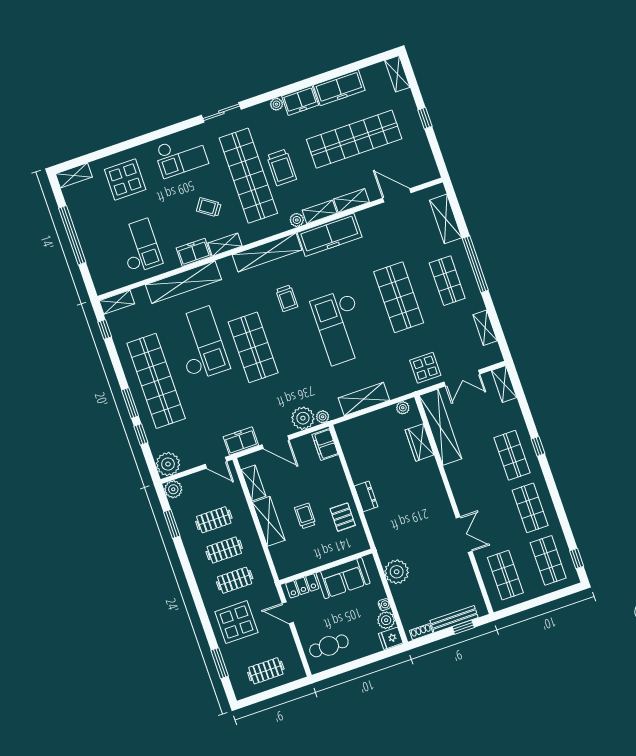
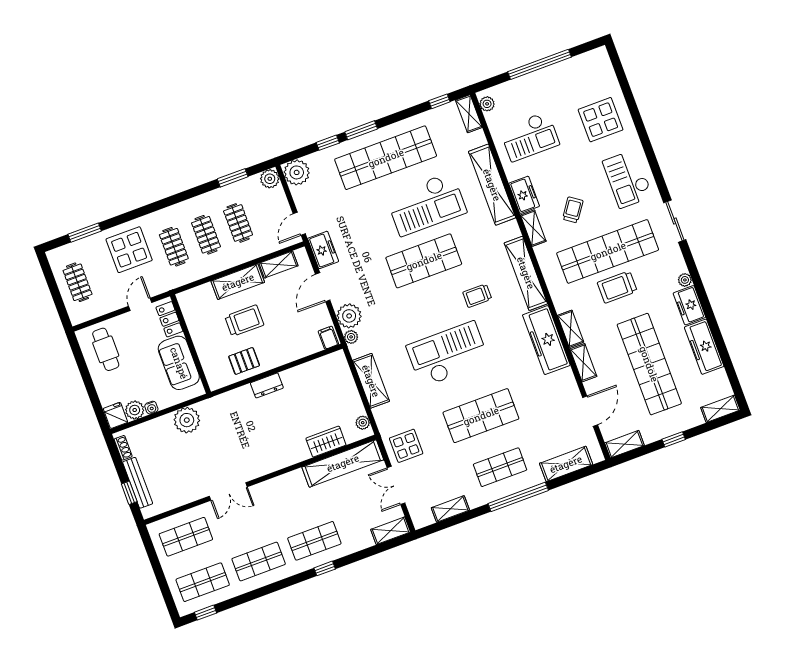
shelving: (74, 175) -> (624, 444), moved, turned 90
plant: (297, 220) -> (487, 104), moved
filing cabinet: (325, 445) -> (328, 338), width x0.50
trolley: (305, 516) -> (244, 321), width x1.36, depth x1.39

